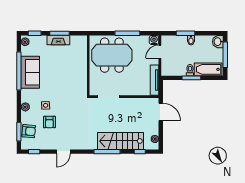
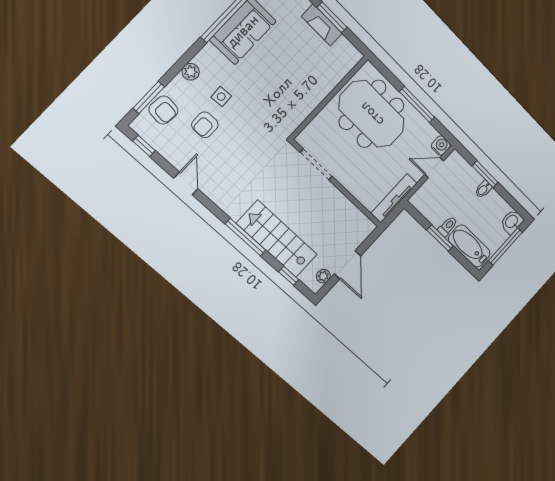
door: (161, 112) -> (347, 265), moved
door: (63, 152) -> (186, 183), swing flipped

